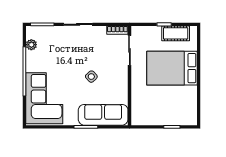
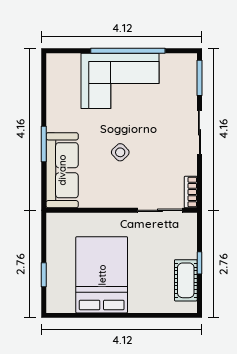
plant: (31, 45) -> (169, 61), removed
bed: (172, 68) -> (102, 275), moved
corner sofa: (44, 98) -> (120, 81), moved

